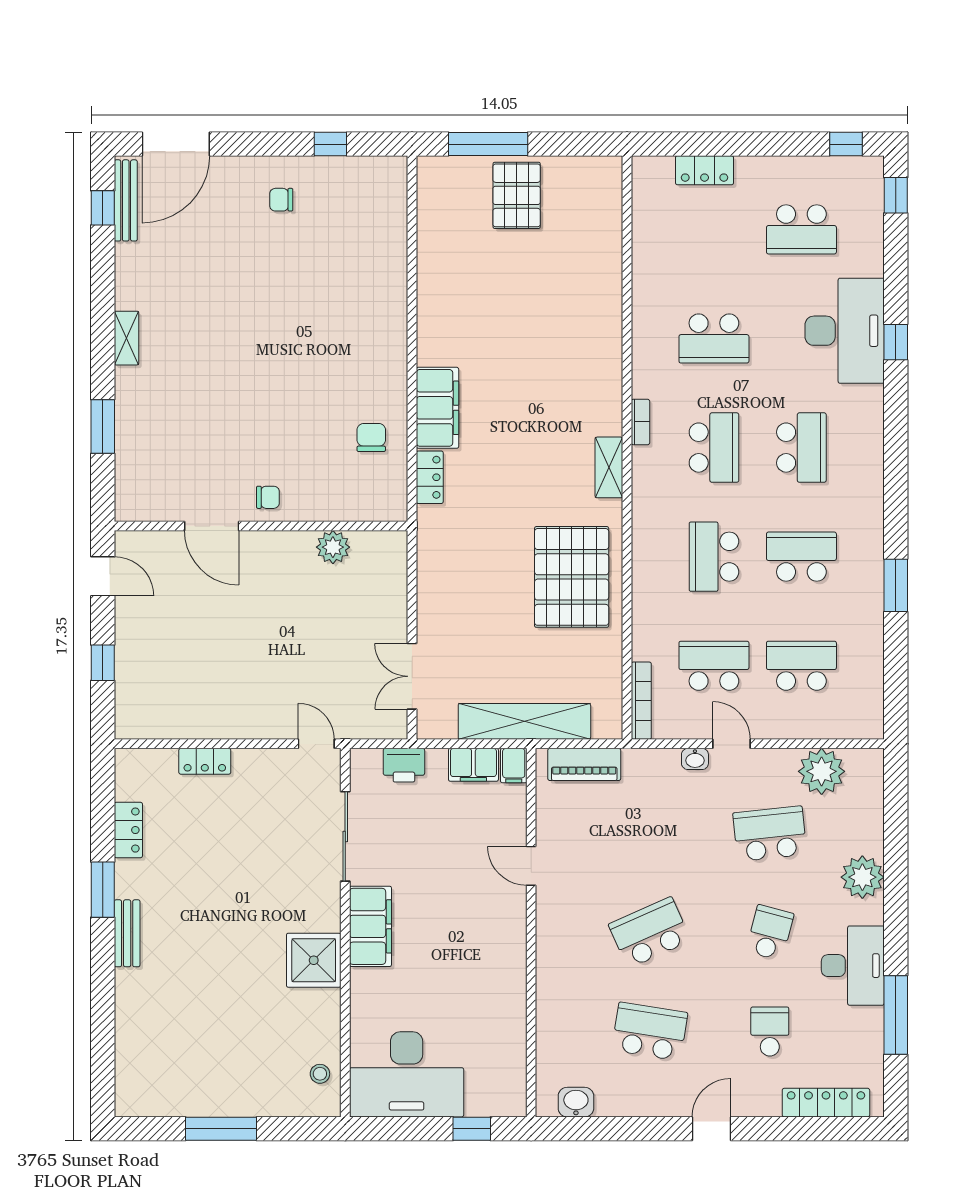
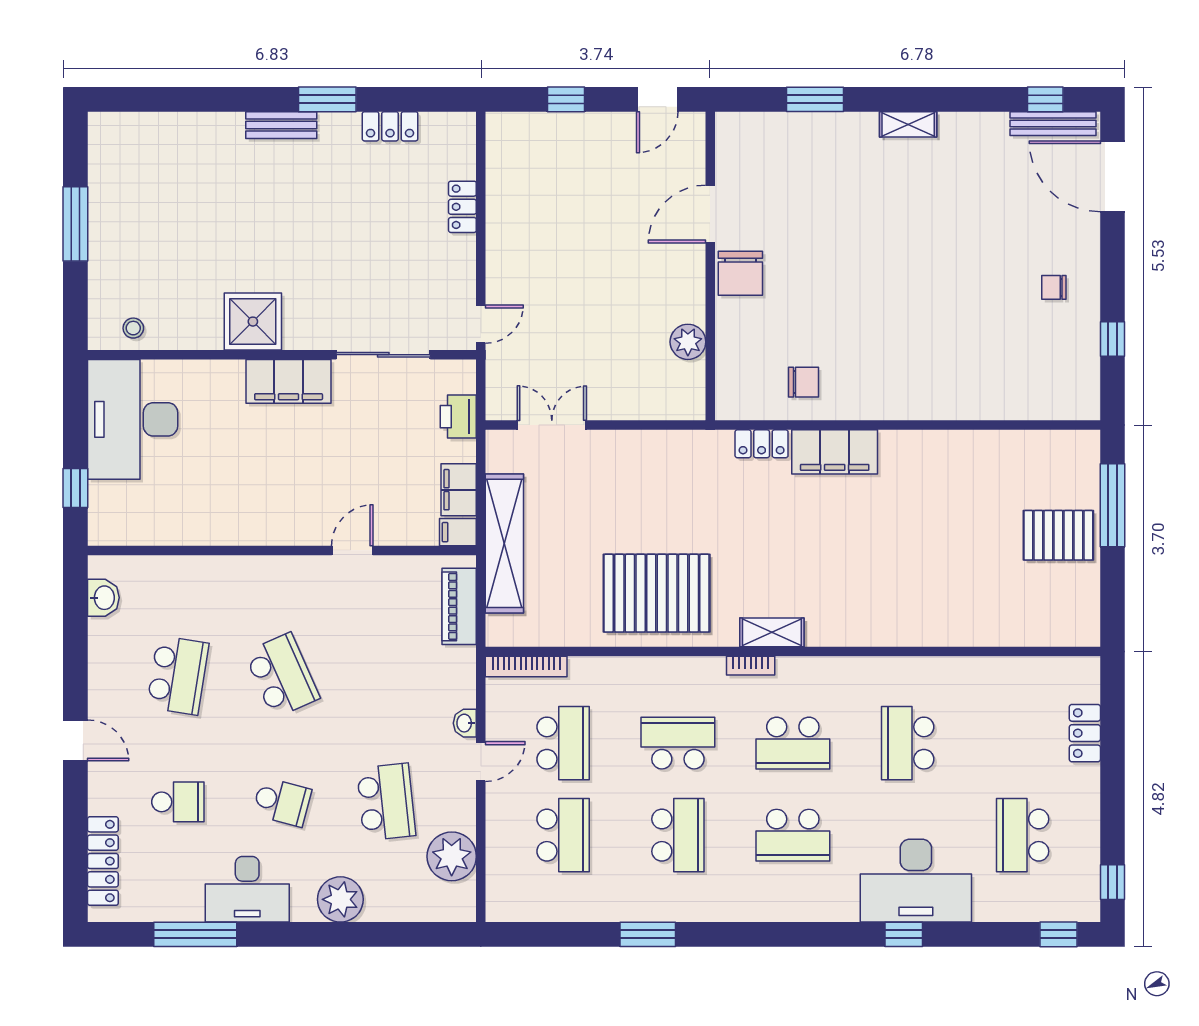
chair: (281, 200) -> (1054, 287), turned -90
bookcase: (640, 422) -> (751, 666), moved
chair: (268, 497) -> (740, 273), width x1.87, depth x1.87

